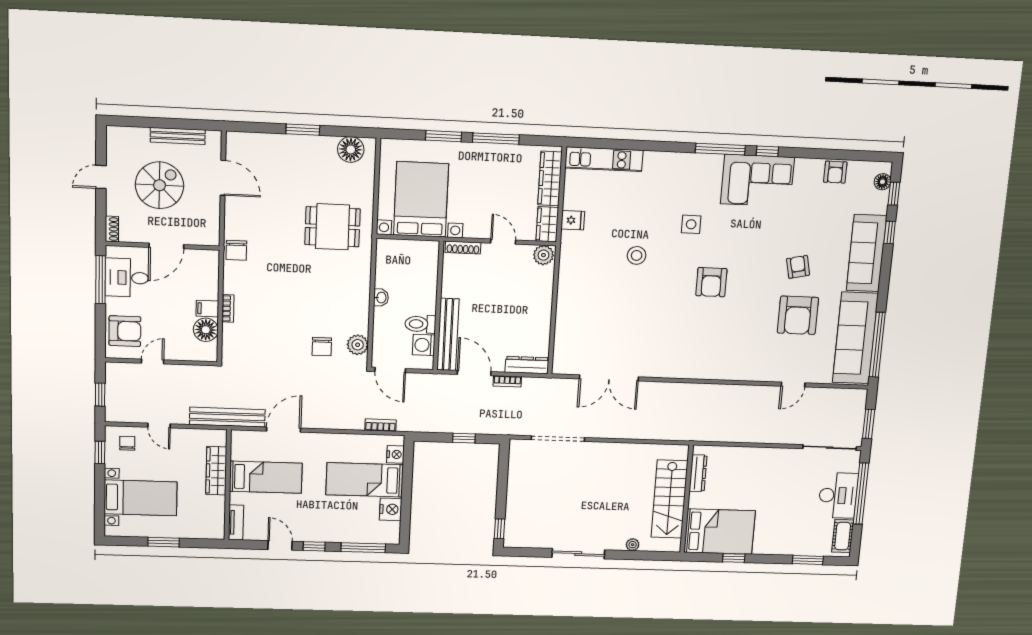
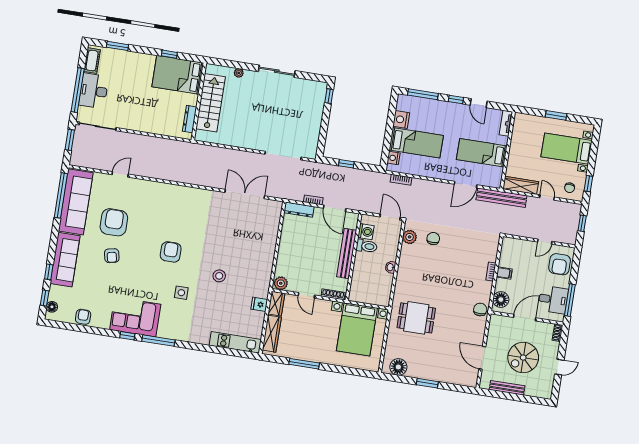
window: (444, 136) -> (338, 369), removed
floor lamp: (206, 330) -> (501, 300), moved
armchair: (125, 331) -> (560, 264), turned -90
bench: (448, 334) -> (347, 254), moved
wardrobe: (216, 471) -> (521, 185), moved, turned -90

